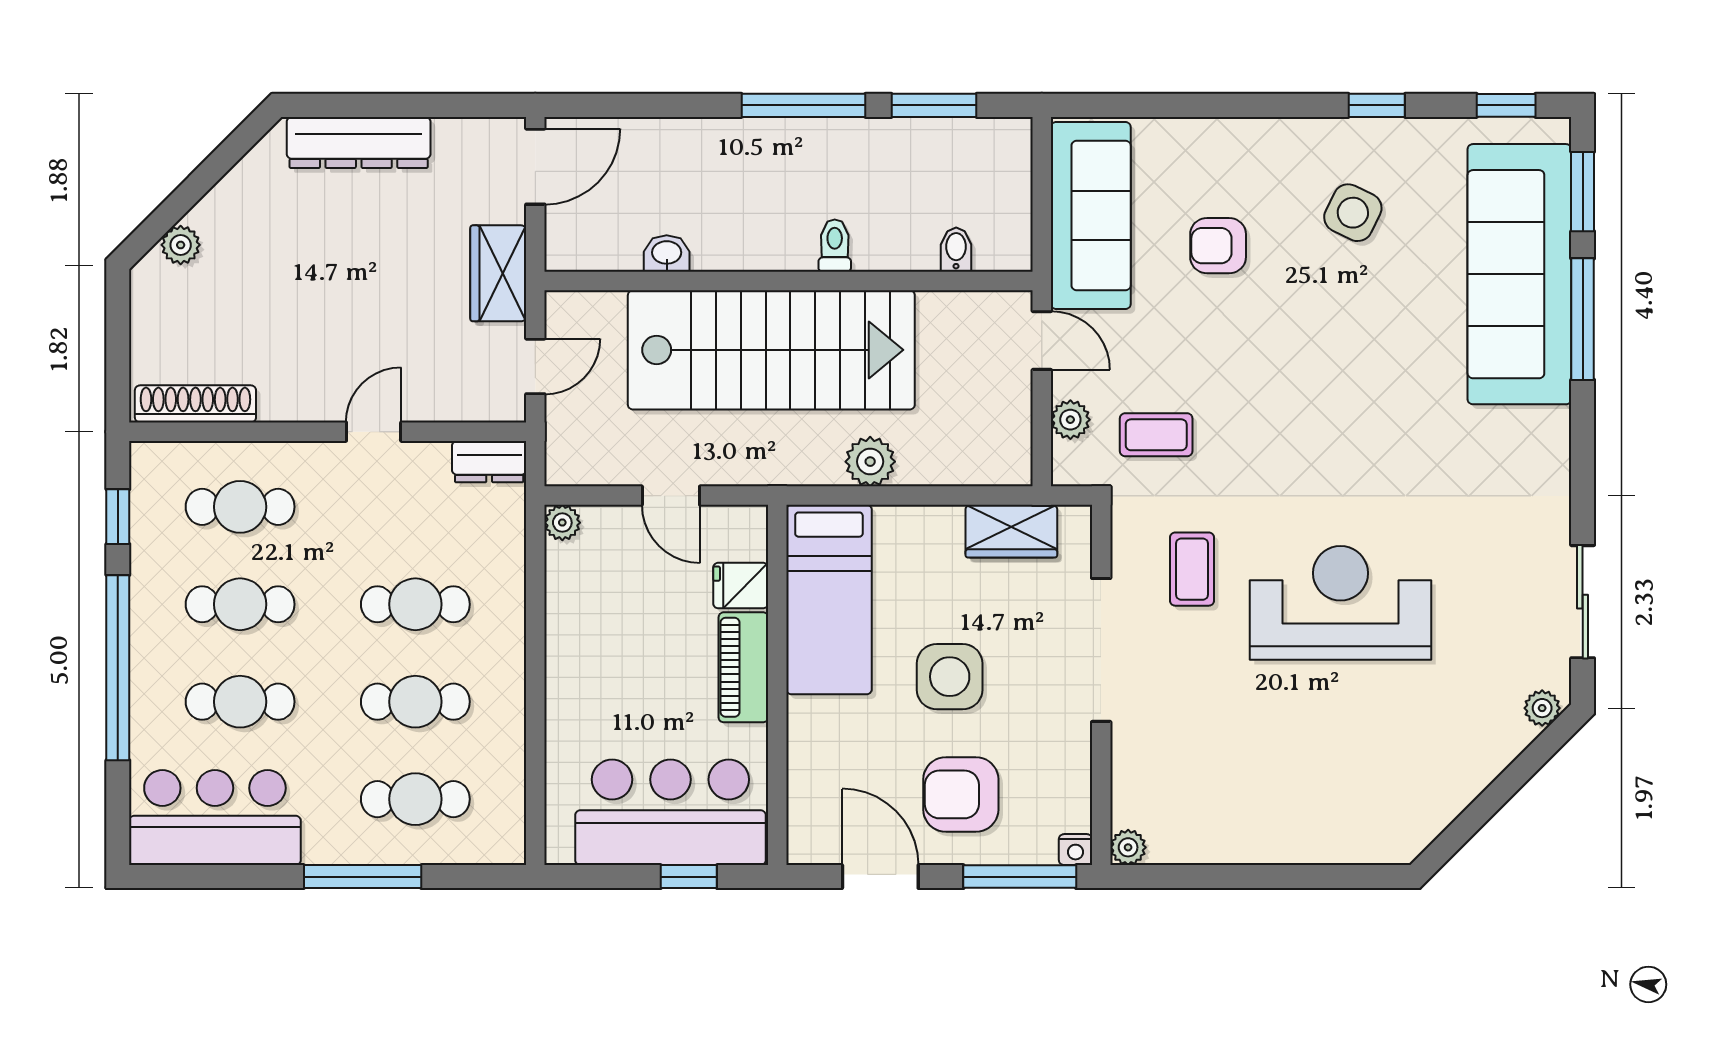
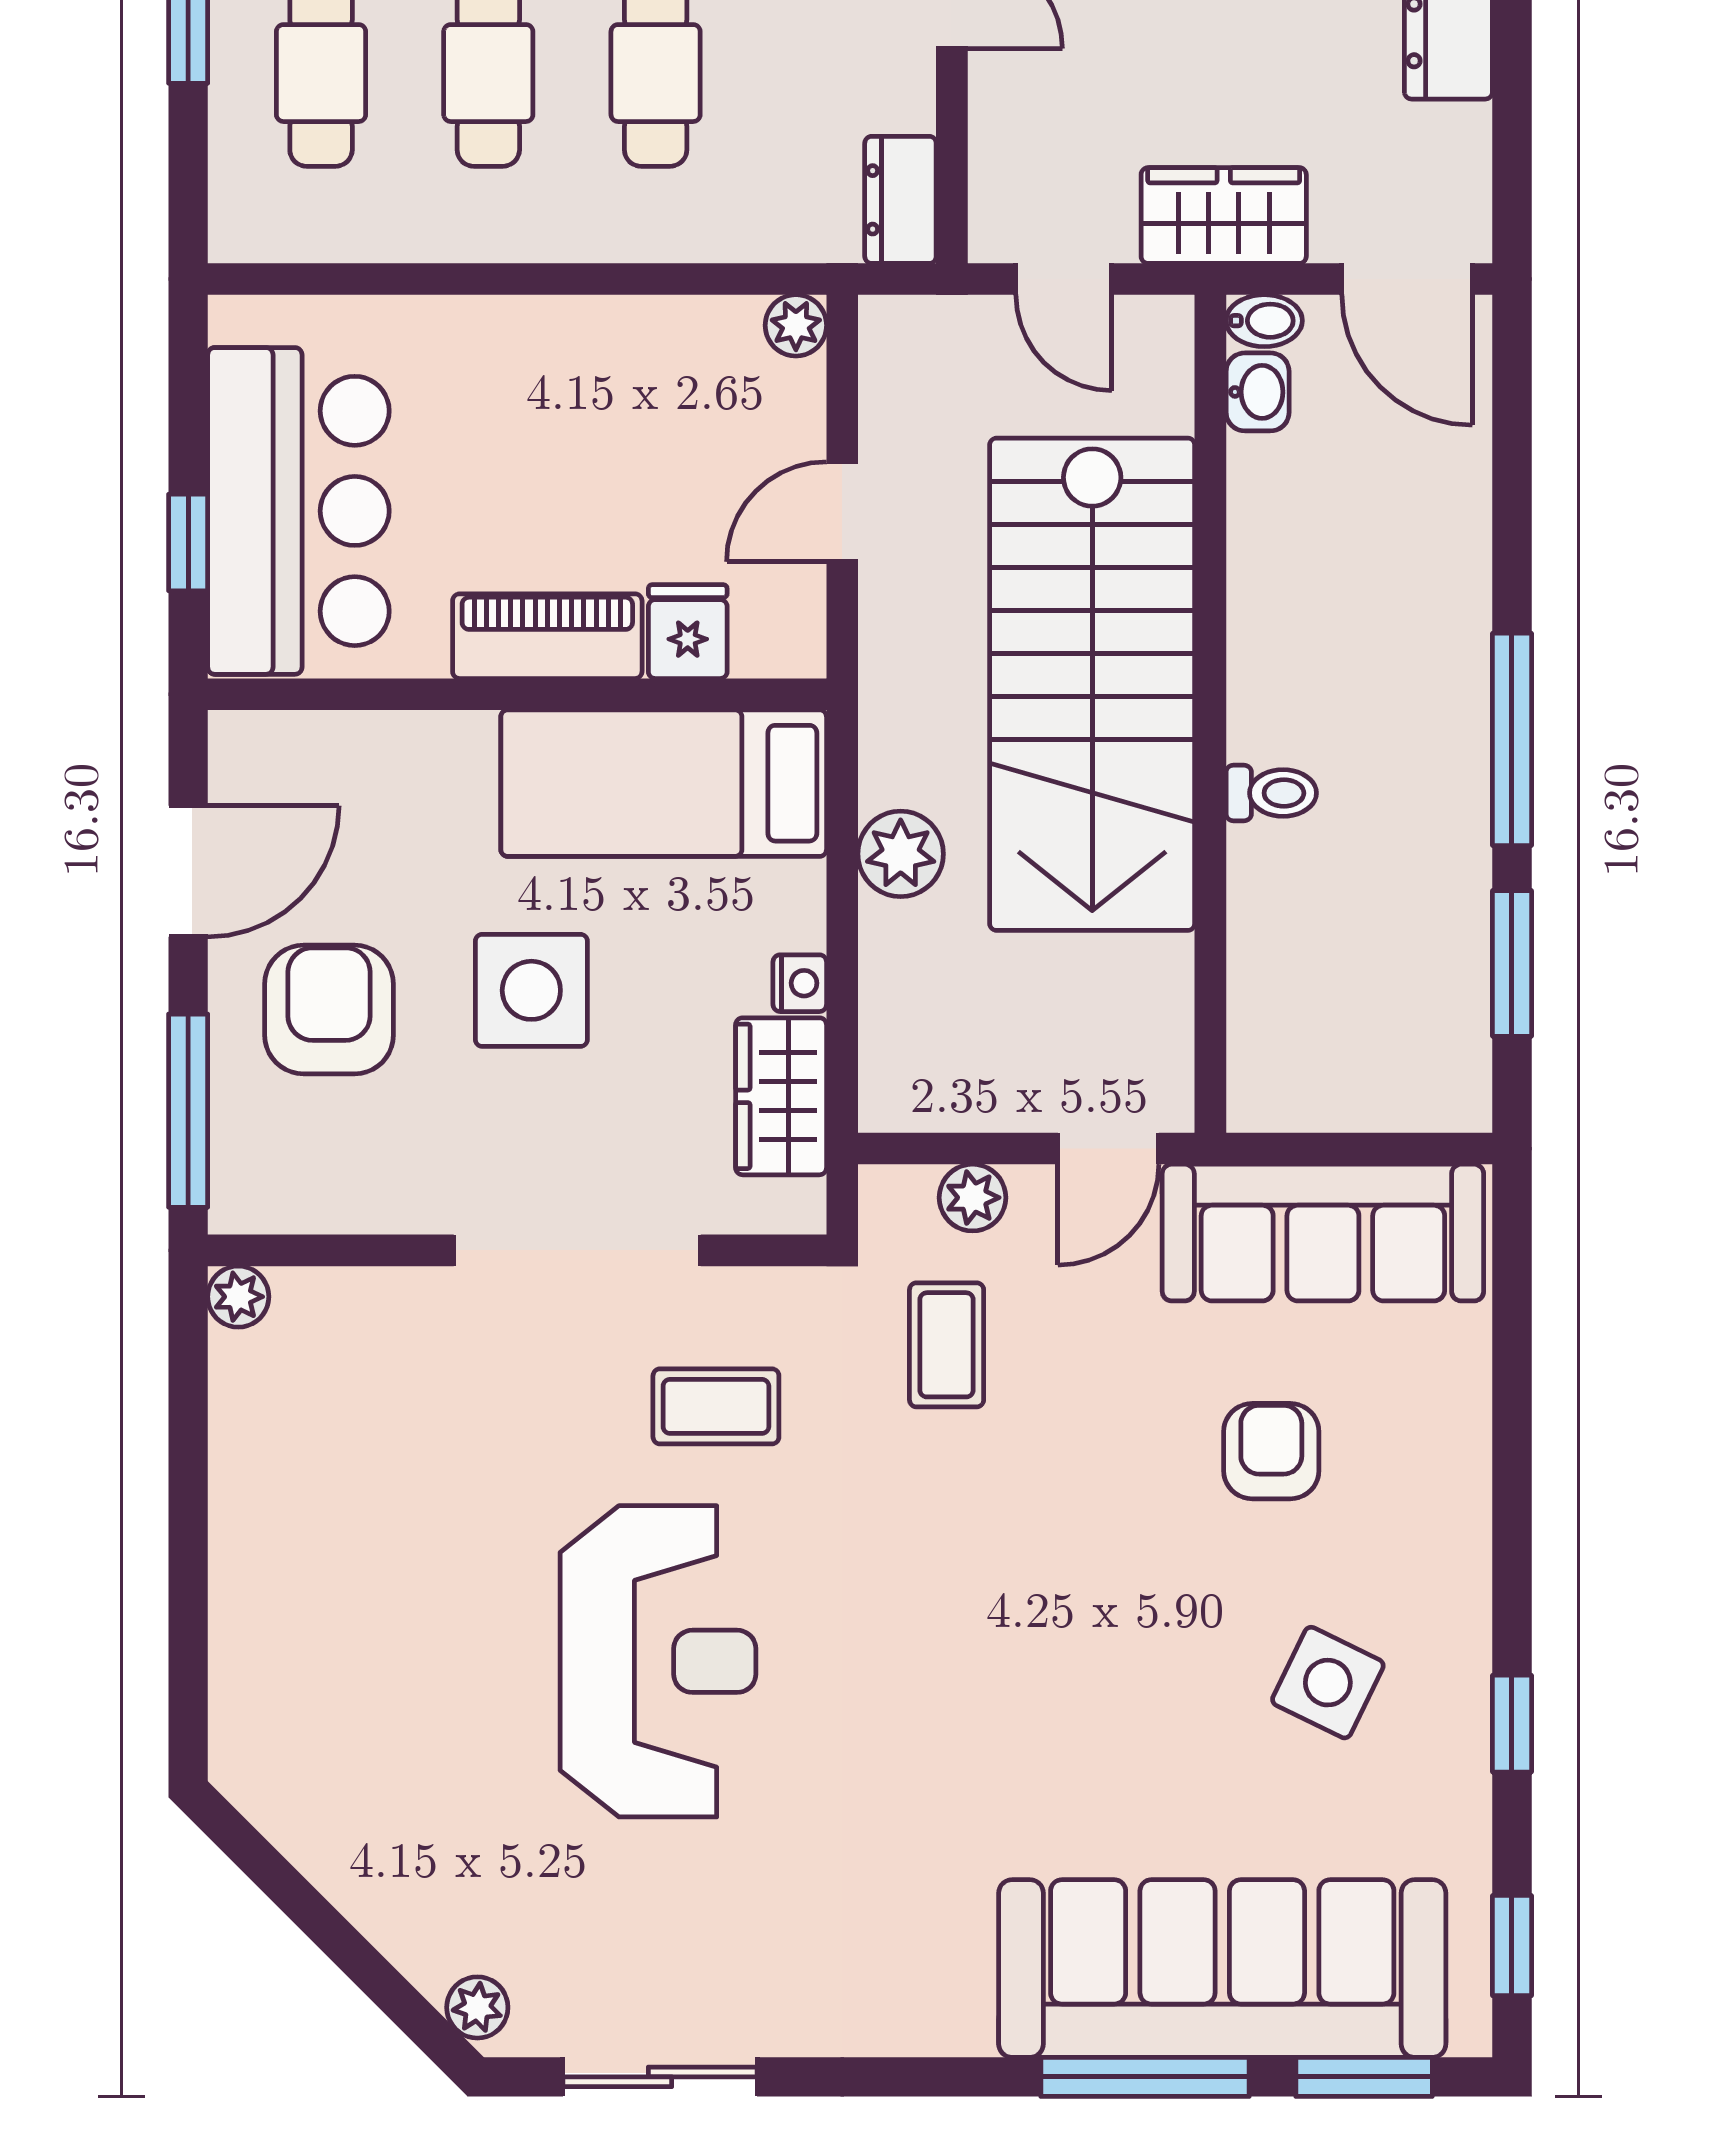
bidet: (956, 250) -> (1264, 321), moved
washbasin: (667, 254) -> (1258, 392), moved
nightstand: (1075, 850) -> (800, 983), moved, turned 180

